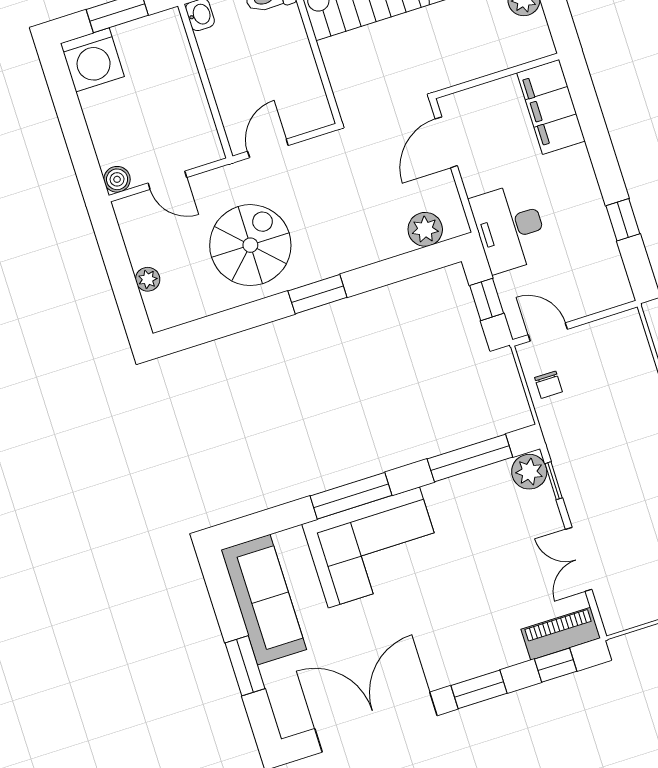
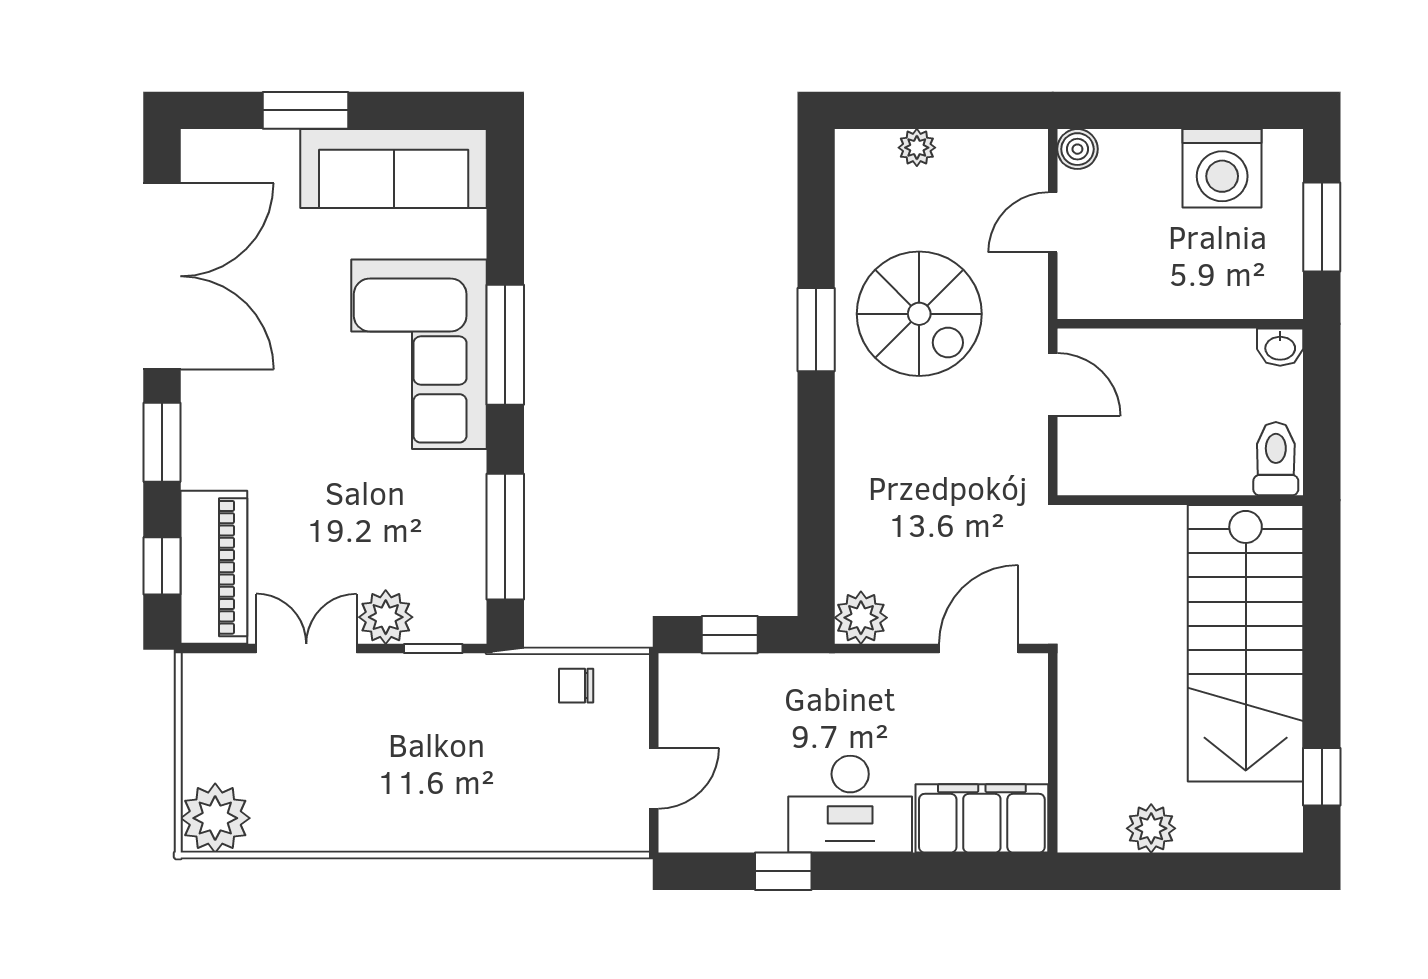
washing machine: (92, 60) -> (1222, 168), moved, turned -90
door: (446, 142) -> (979, 649), hinge flipped
desk: (510, 228) -> (850, 804), moved, turned 180
plant: (425, 229) -> (861, 618), moved
window: (317, 294) -> (816, 330), moved
door: (548, 332) -> (654, 778), moved
plant: (529, 472) -> (386, 617), moved
piano: (561, 634) -> (214, 567), width x1.37, depth x1.33

